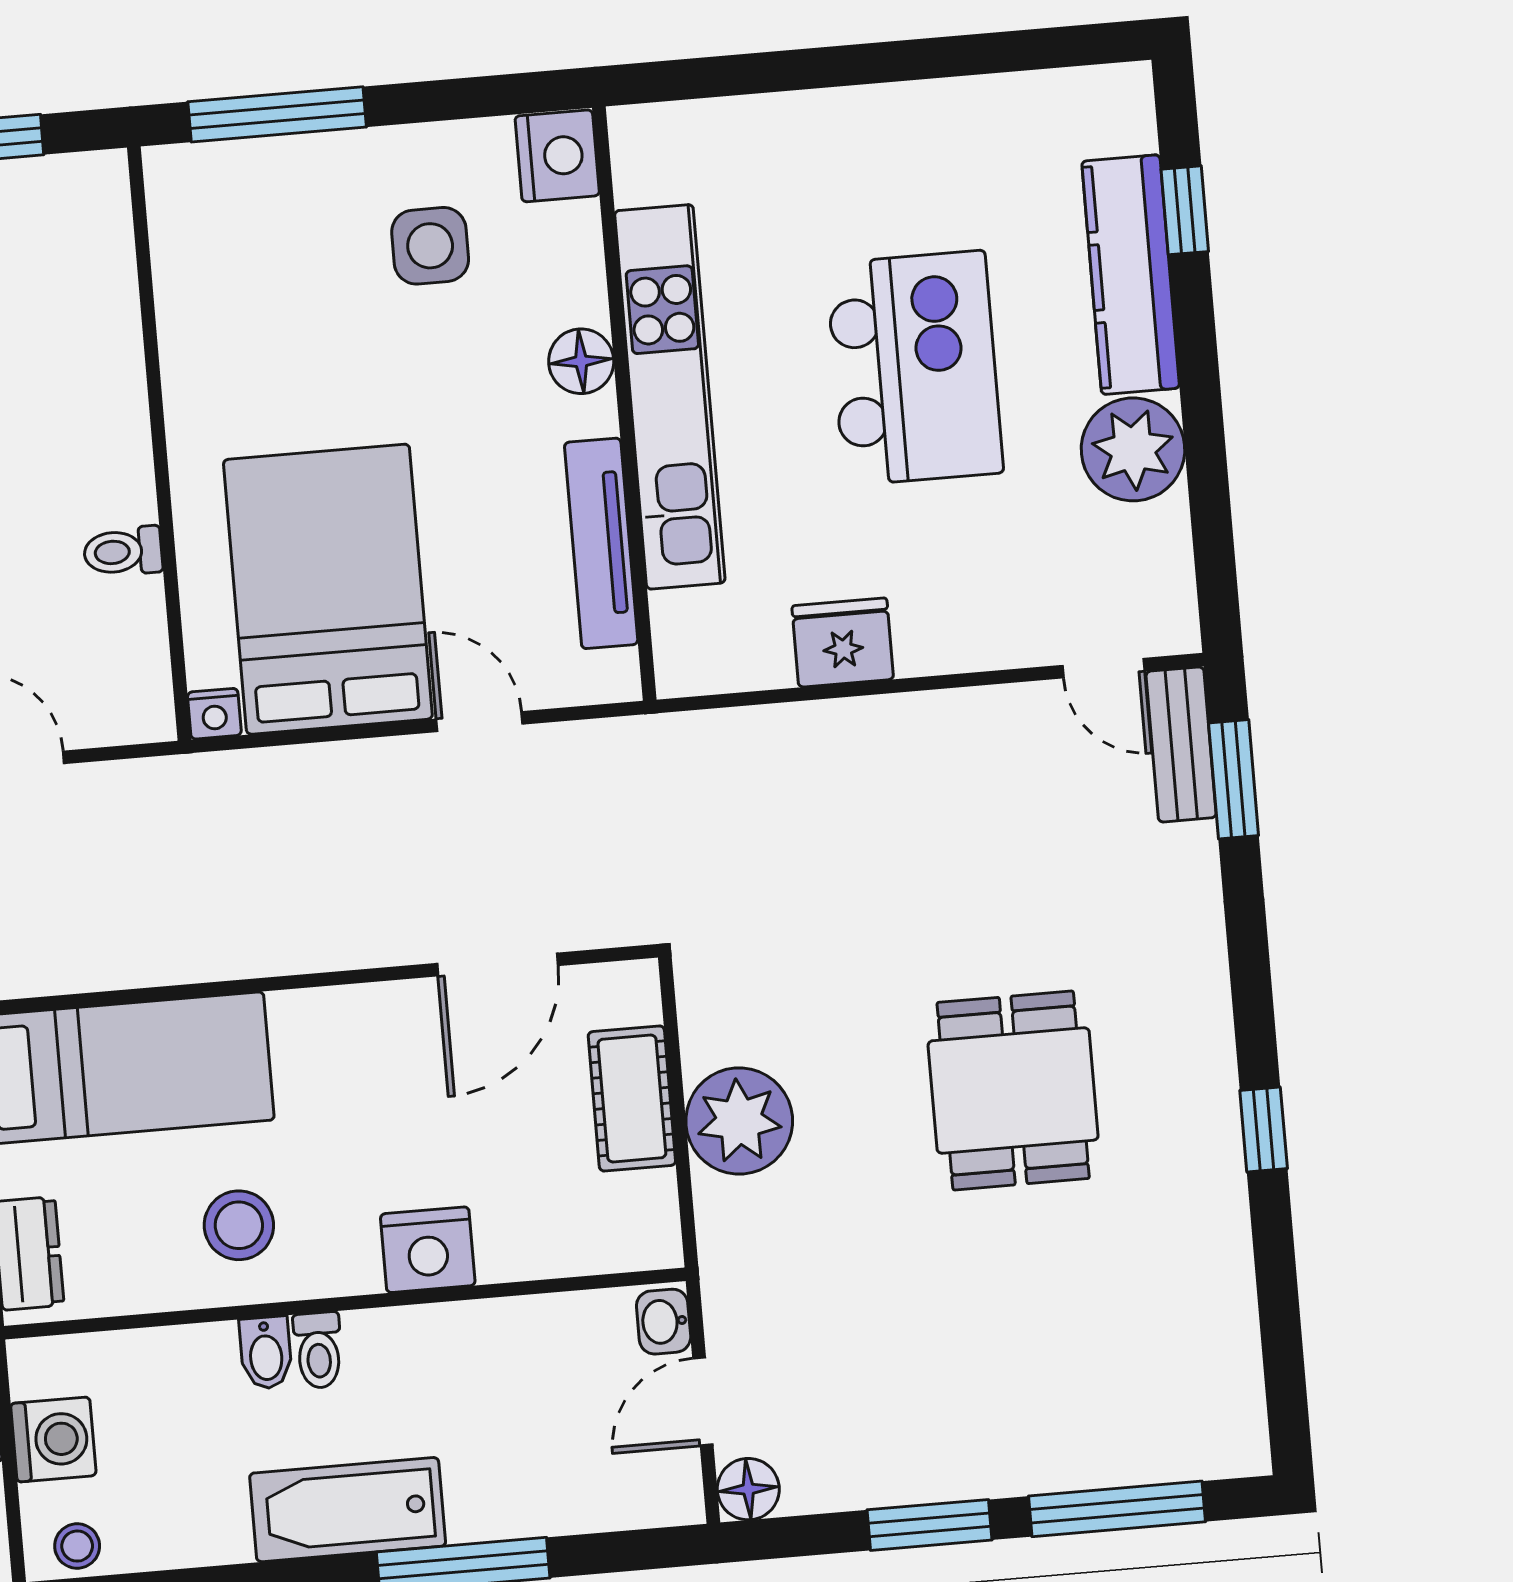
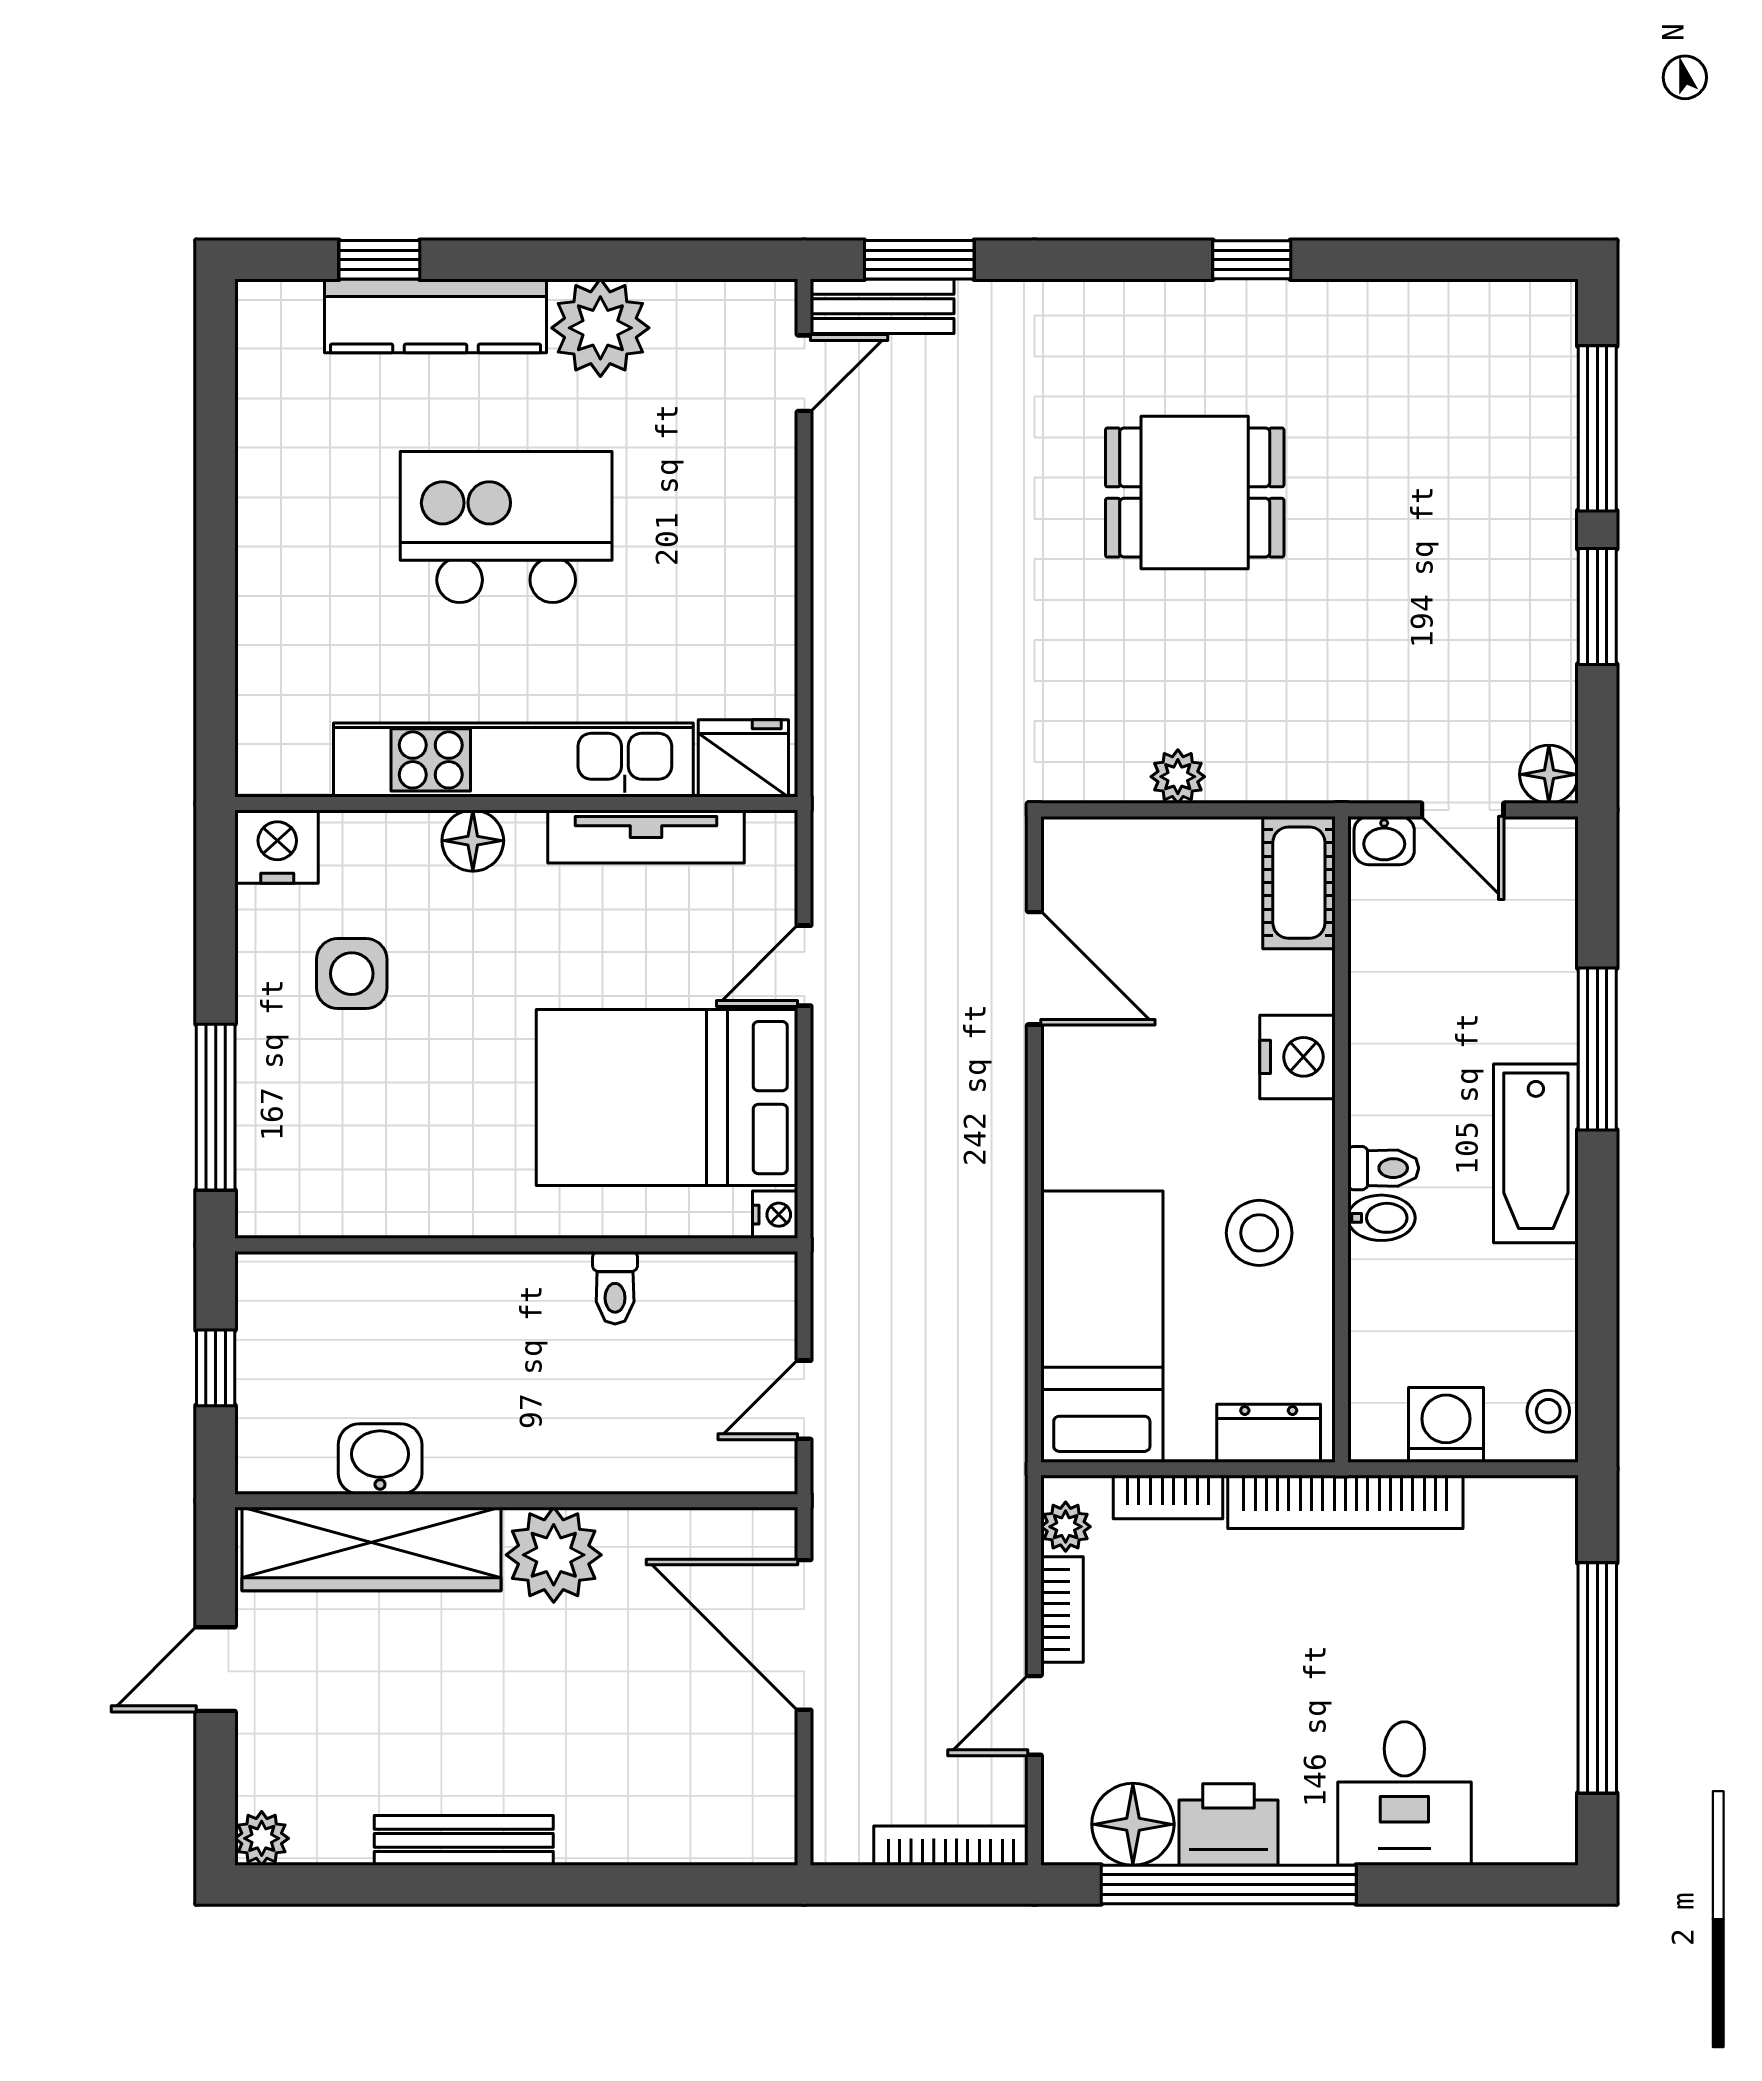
fridge: (843, 643) -> (743, 758), moved, turned 90
cot: (632, 1098) -> (1299, 883), moved, turned 90
plant: (739, 1121) -> (1178, 777), width x0.53, depth x0.53

